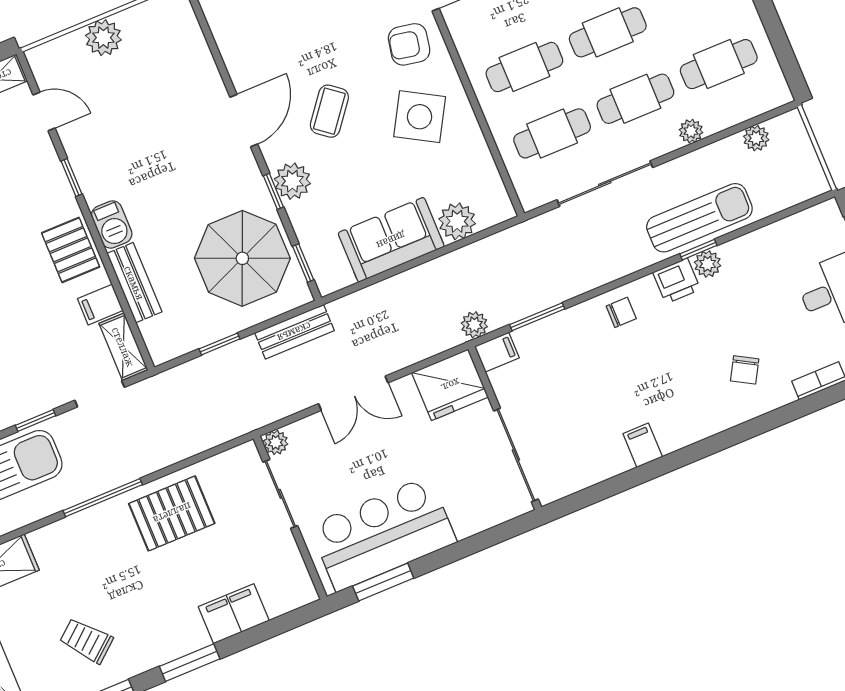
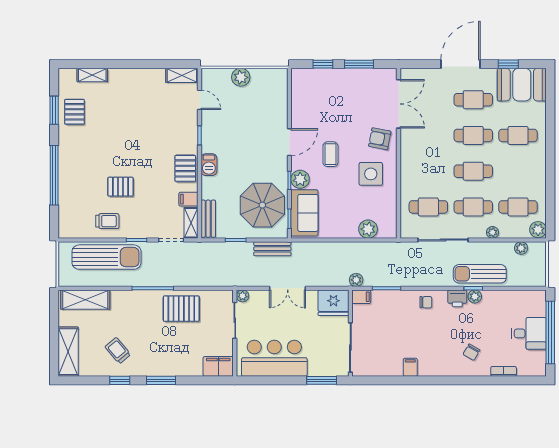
cafe table: (524, 67) -> (428, 171), removed
plant: (773, 91) -> (538, 230), added
coffee table: (329, 111) -> (330, 154), turned -38
side table: (420, 117) -> (371, 174), turned -30
sun lounger: (699, 218) -> (480, 274), turned 180
sofa: (391, 240) -> (304, 213), moved, turned 90
bench: (134, 283) -> (208, 219), moved
window: (383, 582) -> (322, 380), moved
filing cabinet: (234, 614) -> (218, 366), moved

